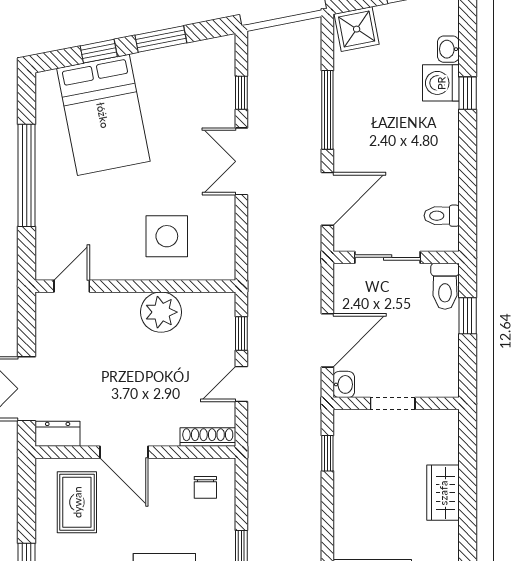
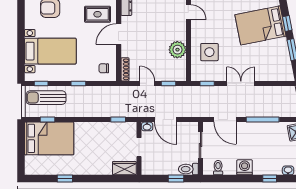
washing machine: (441, 83) -> (245, 167), moved
window: (241, 93) -> (207, 83), moved
wardrobe: (443, 493) -> (124, 168), moved

